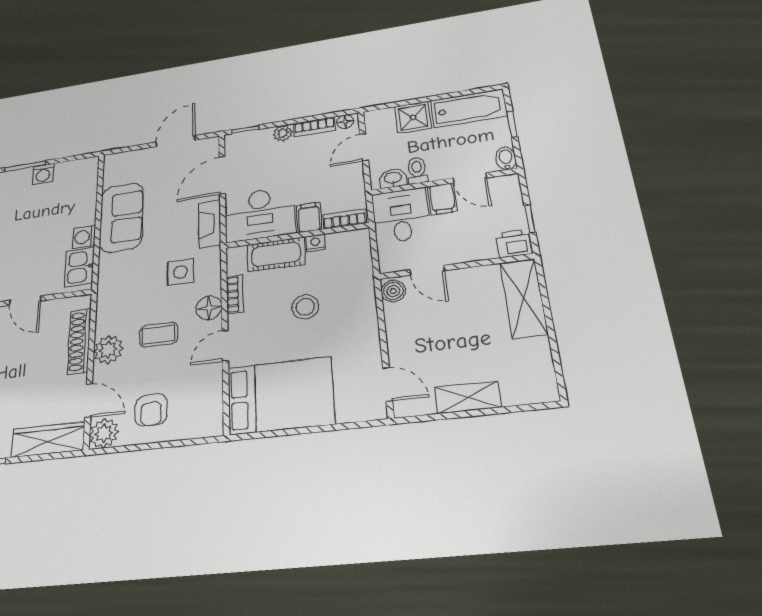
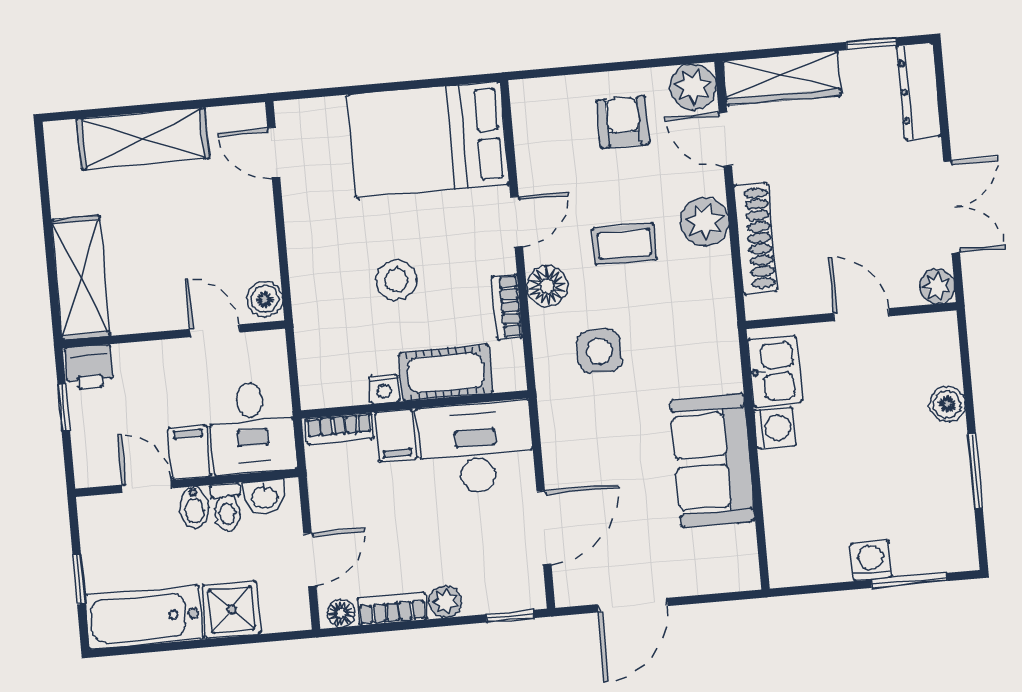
bidet: (506, 158) -> (194, 508), moved
fireplace: (210, 224) -> (558, 436), removed
shelving: (468, 397) -> (143, 139), width x1.50, depth x1.33

